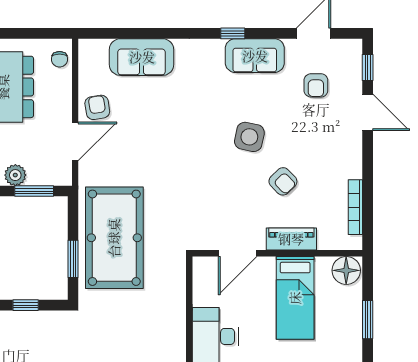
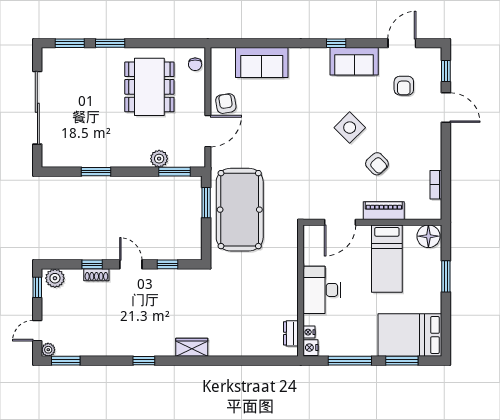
side table: (249, 137) -> (350, 128), turned 33
bookcase: (355, 207) -> (436, 185), width x0.64
window: (73, 259) -> (206, 203), moved

